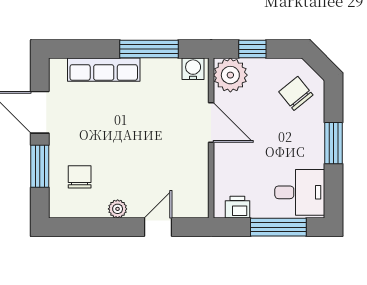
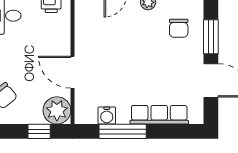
water cooler: (193, 69) -> (107, 116), moved

